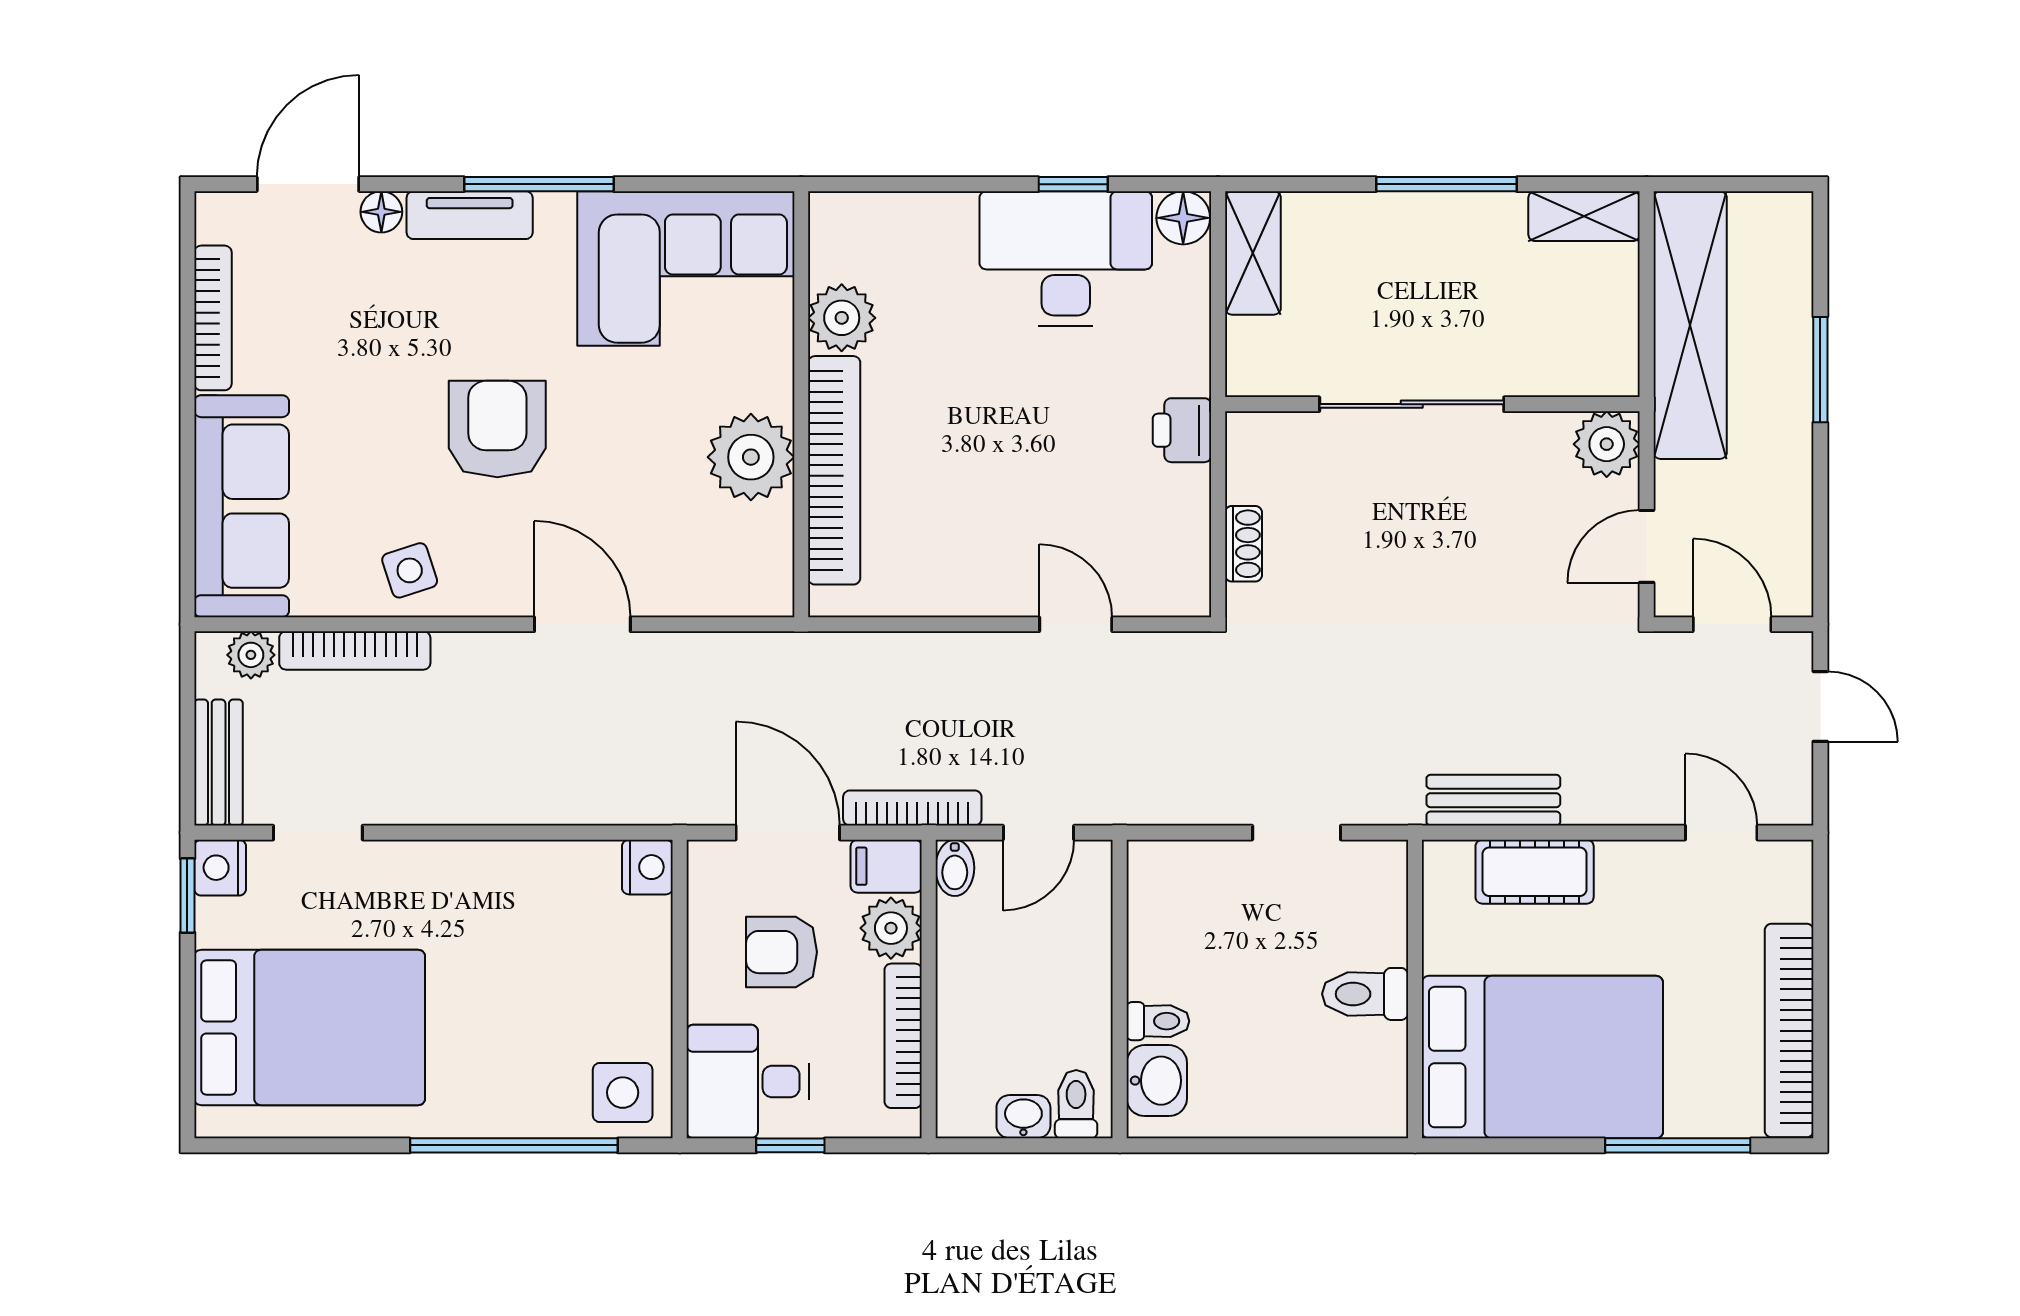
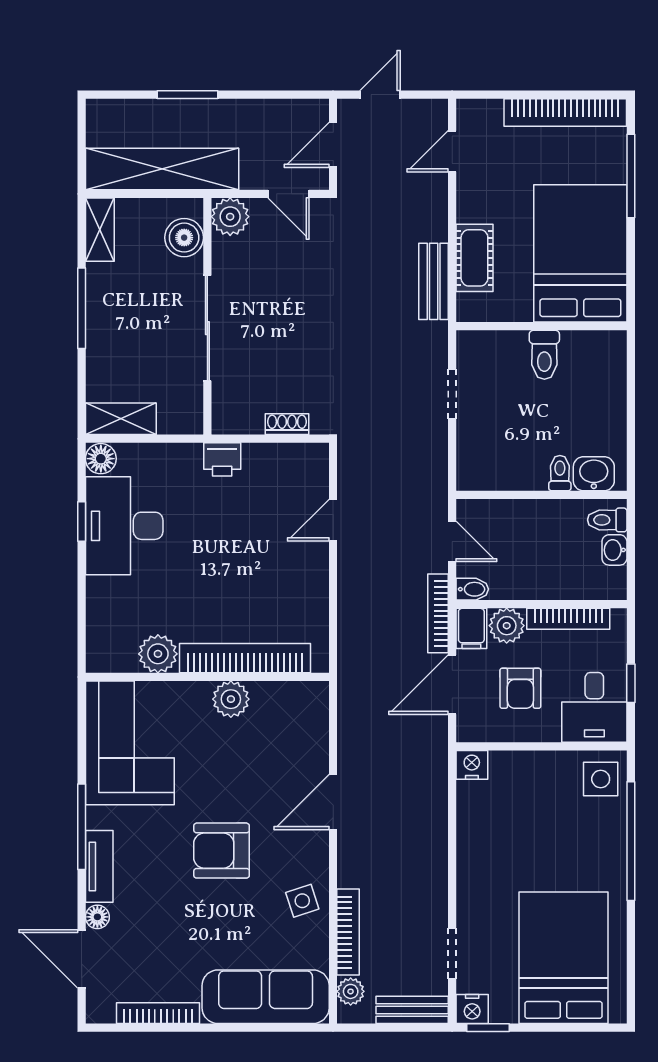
boiler: (1570, 364) -> (184, 238), added
plant: (751, 457) -> (231, 699), width x0.73, depth x0.73

